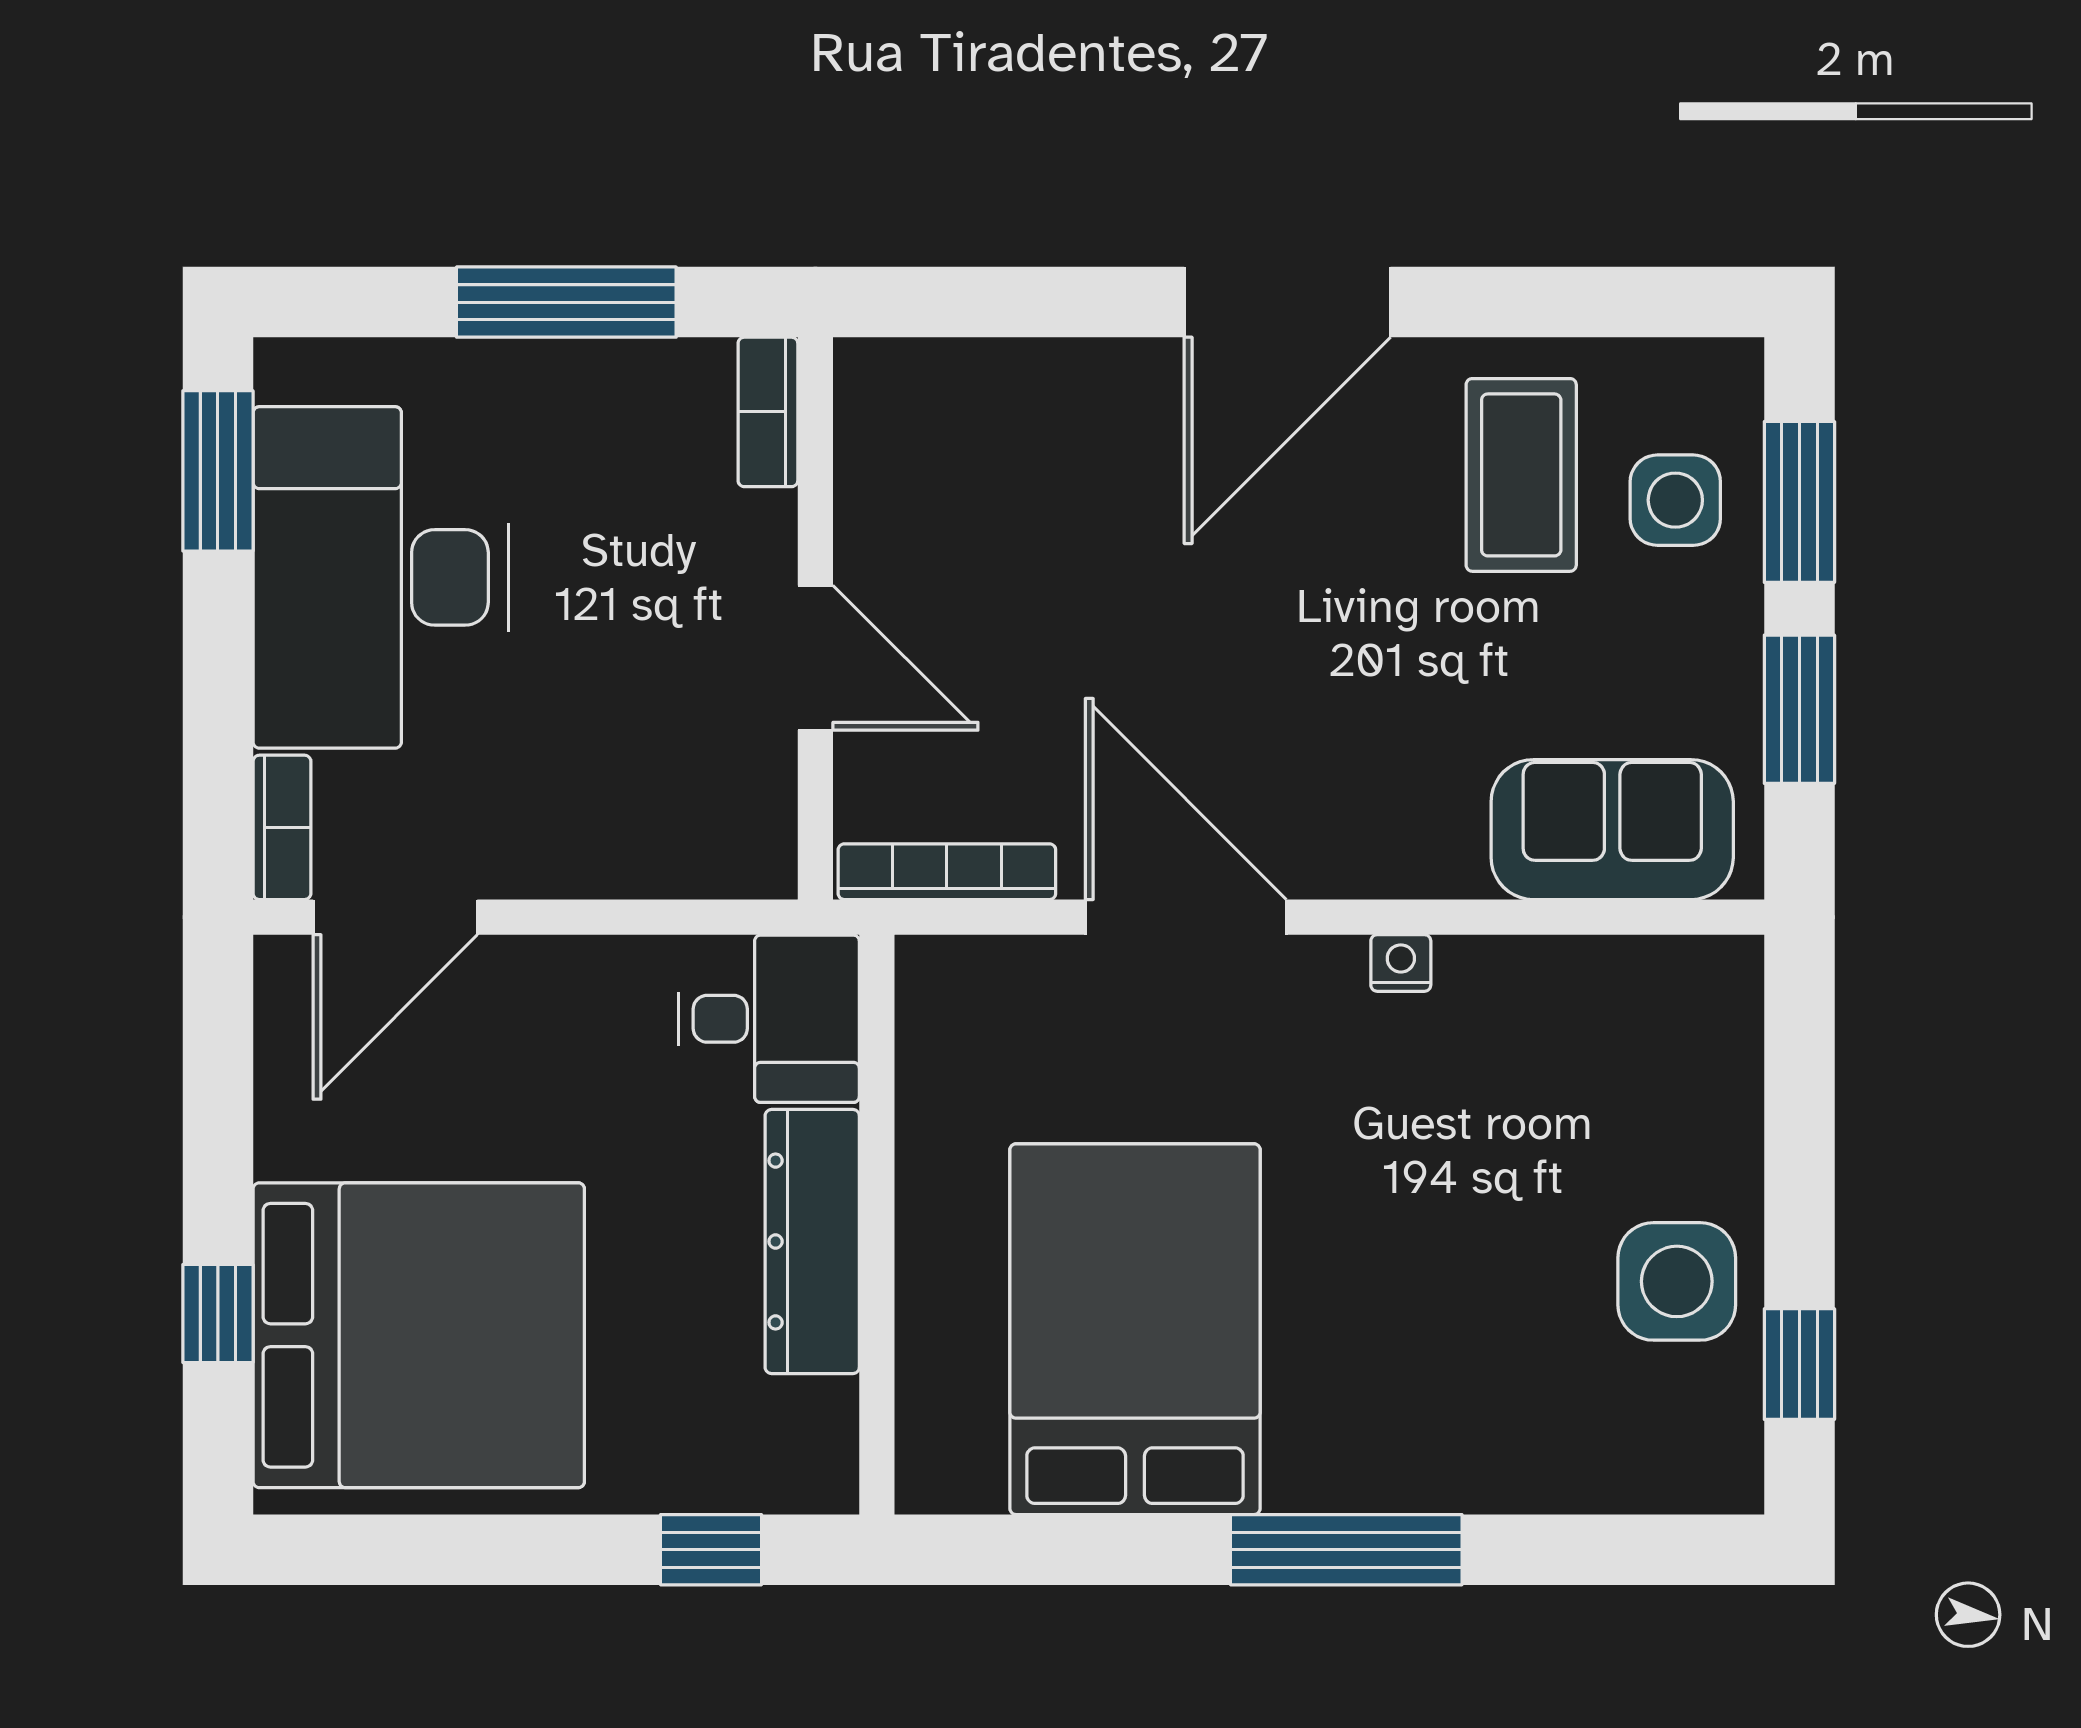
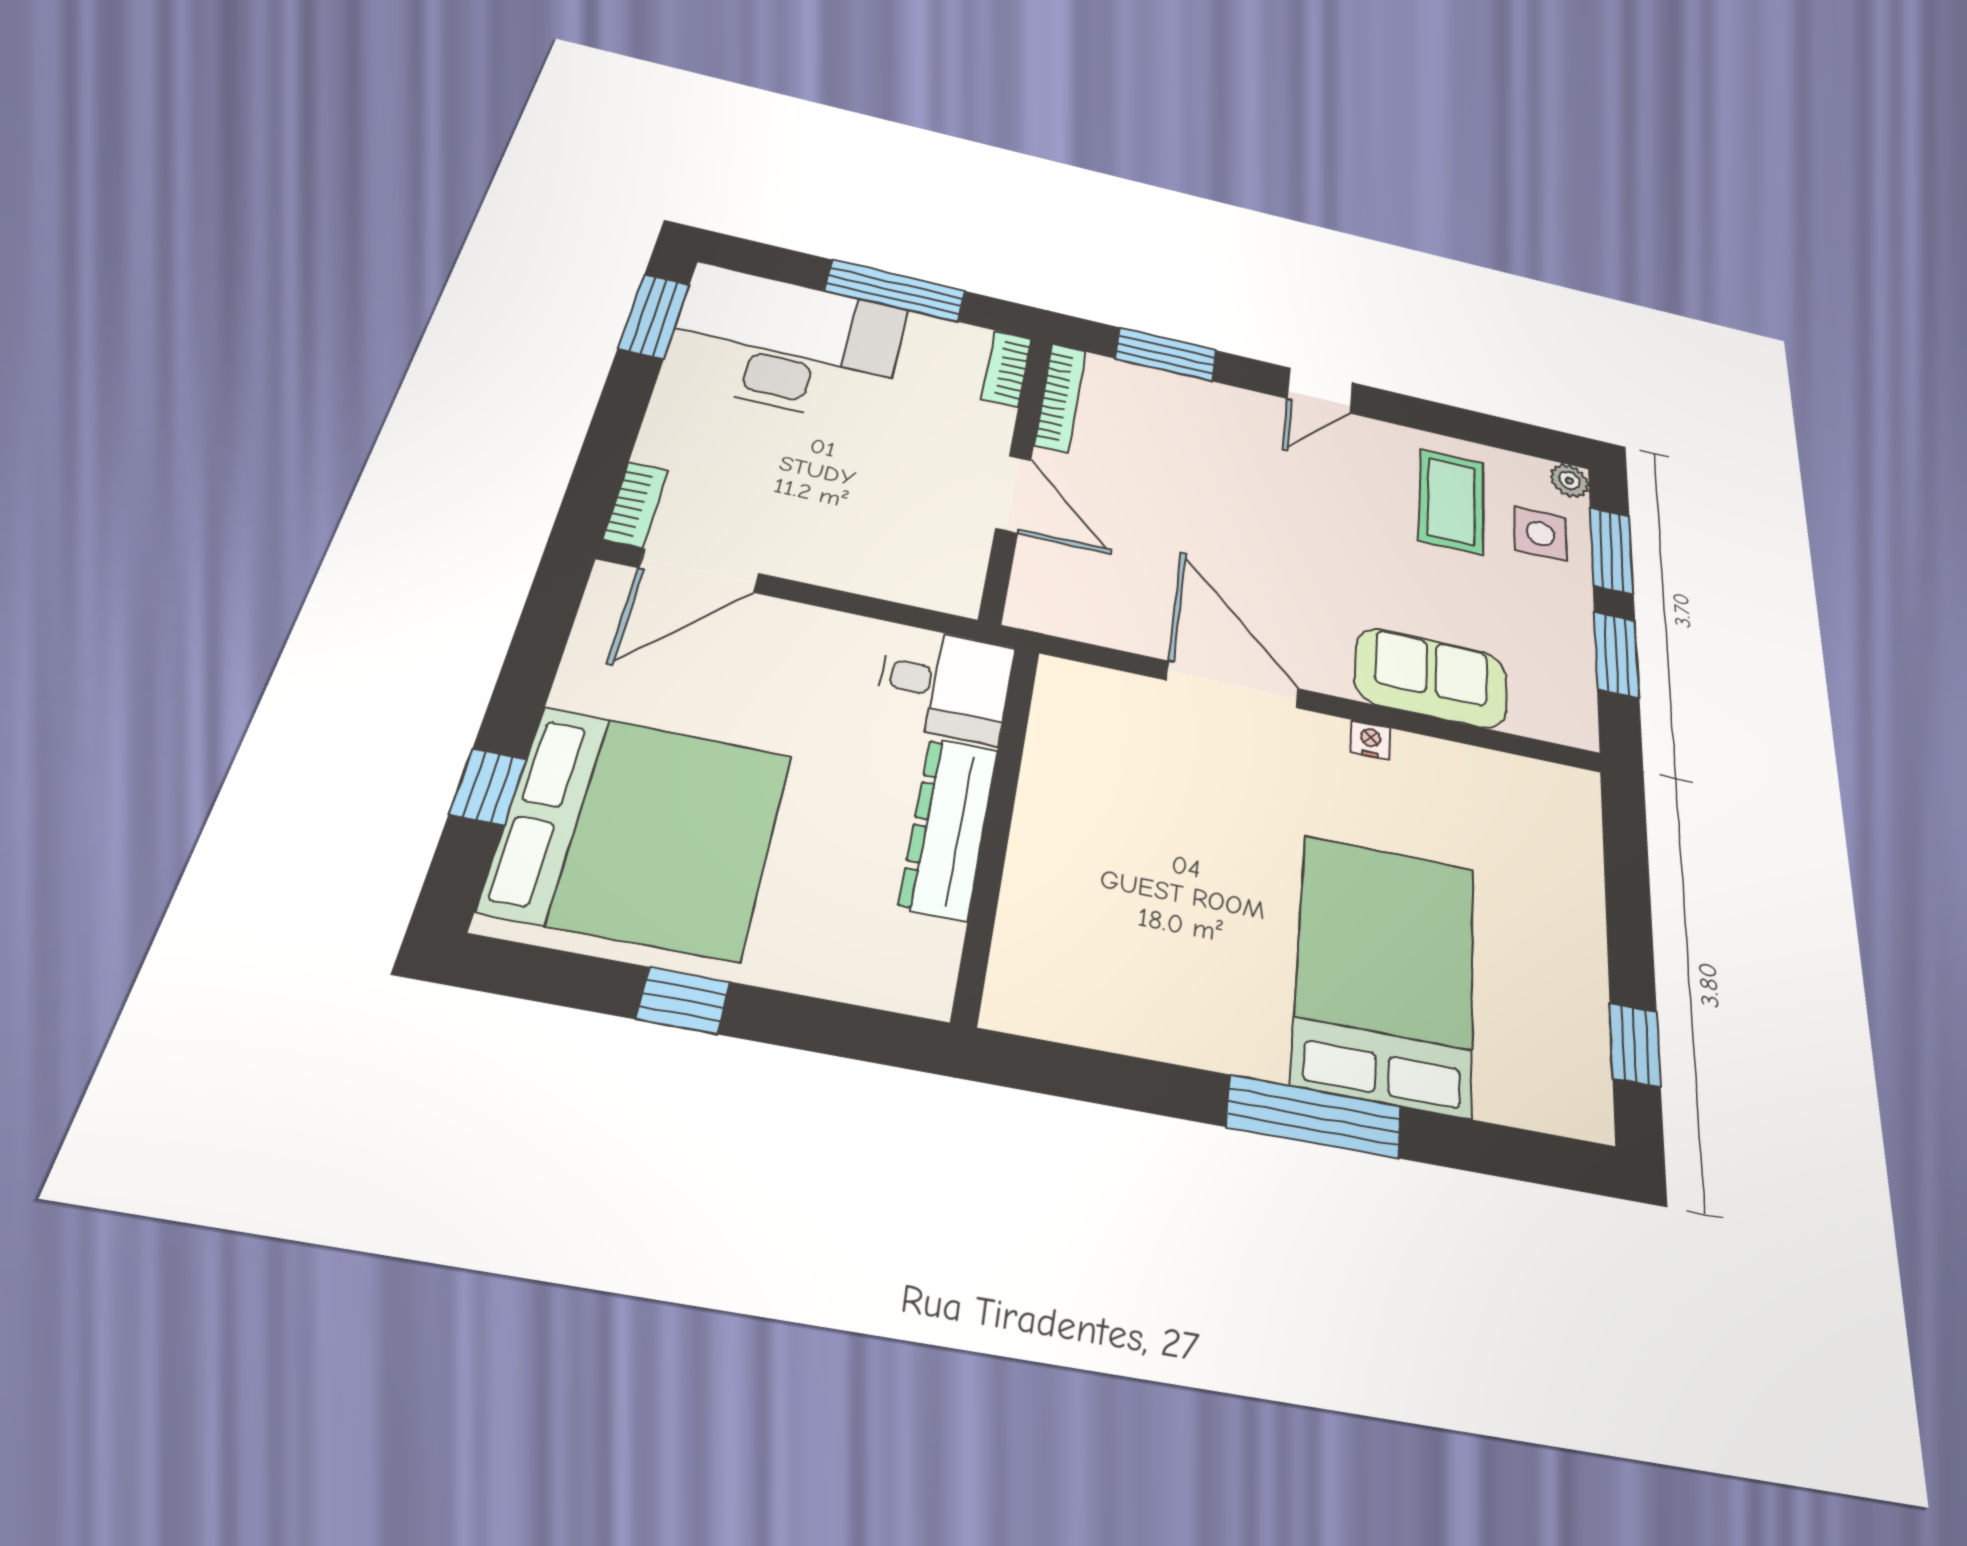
window: (1021, 302) -> (1166, 354), added
door: (1287, 302) -> (1320, 391), width x0.53
plant: (1730, 372) -> (1569, 481), added
desk: (381, 577) -> (787, 344), moved, turned 90
sofa: (1612, 830) -> (1431, 678), moved
bookcase: (947, 872) -> (1060, 398), moved, turned 90
side table: (1677, 1281) -> (1550, 973), removed
bed: (1135, 1329) -> (1385, 973), moved
window: (711, 1550) -> (683, 1000), moved

